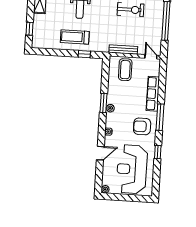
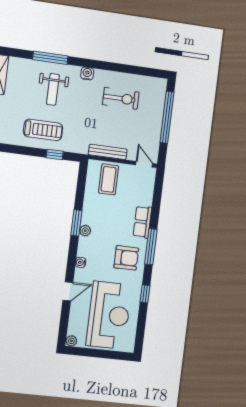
treadmill: (75, 37) -> (43, 130), turned 180
row of seats: (153, 94) -> (142, 222), width x0.68
armchair: (142, 126) -> (126, 258), turned 180
reception desk: (132, 169) -> (109, 315), turned 180

